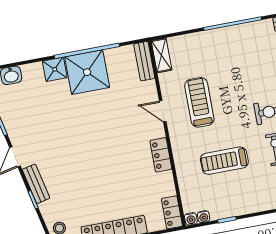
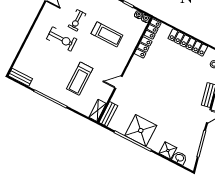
shower: (55, 69) -> (168, 151), moved
treadmill: (199, 102) -> (80, 79), moved
door: (163, 111) -> (118, 82), swing flipped
locker: (161, 155) -> (143, 47), moved

